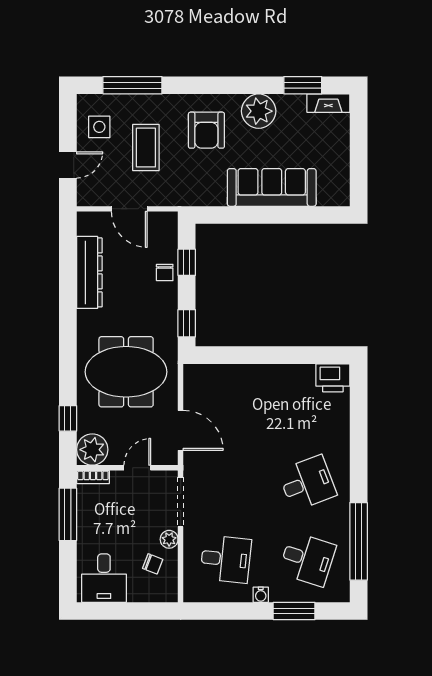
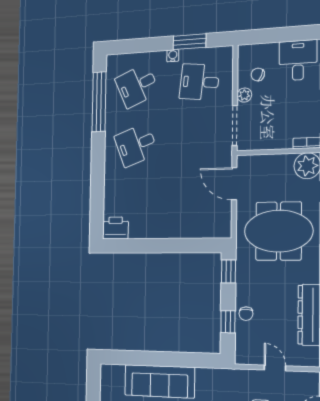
door: (129, 209) -> (275, 368), width x0.73
chair: (165, 272) -> (246, 314), turned 180
door: (137, 468) -> (270, 152), removed
desk: (307, 559) -> (137, 86), turned -42
window: (294, 611) -> (189, 42), moved

